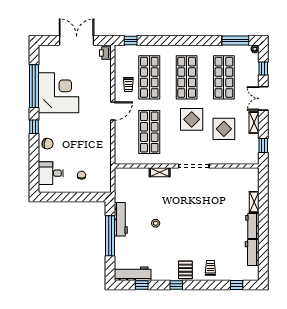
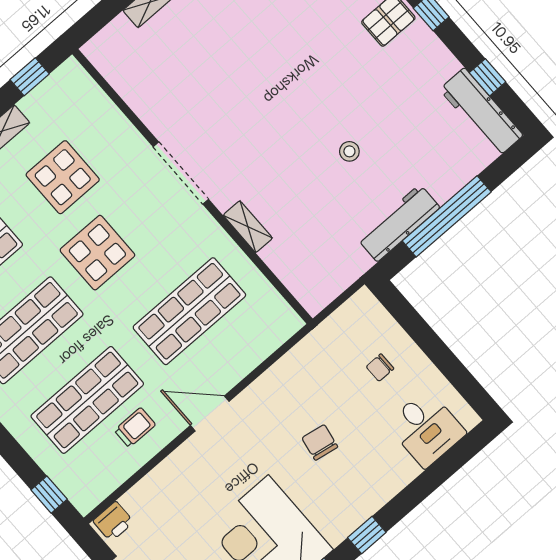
chair: (48, 144) -> (320, 442), moved

